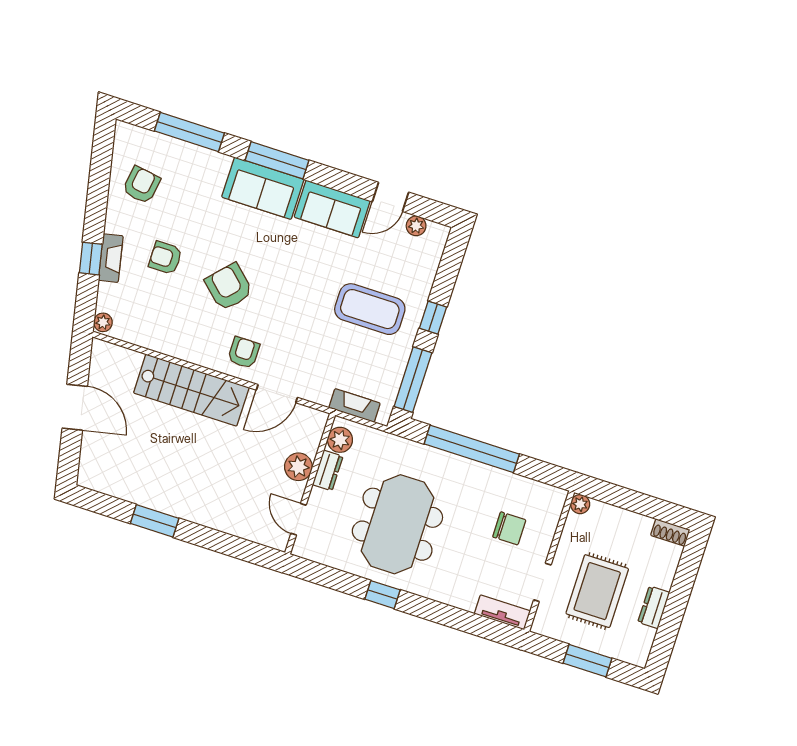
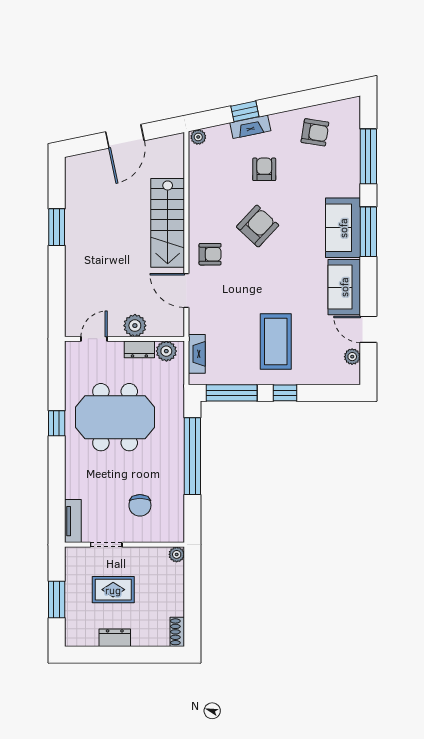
rug: (597, 591) -> (113, 590), width x0.73, depth x0.70

